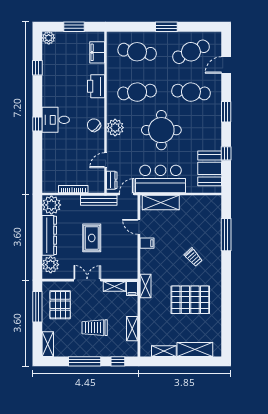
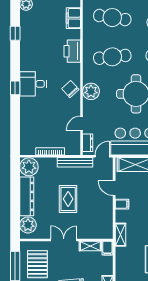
shelving: (145, 286) -> (120, 235), moved

